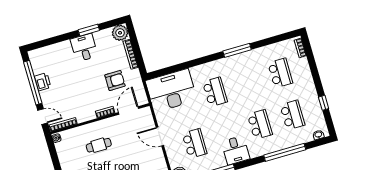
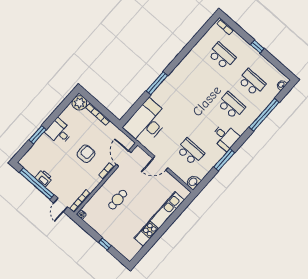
window: (89, 30) -> (37, 135), moved
window: (237, 50) -> (157, 83), moved
armchair: (115, 81) -> (86, 154), moved
school desk: (215, 92) -> (181, 102), removed
window: (324, 103) -> (257, 47), moved
door: (43, 117) -> (61, 205), swing flipped

